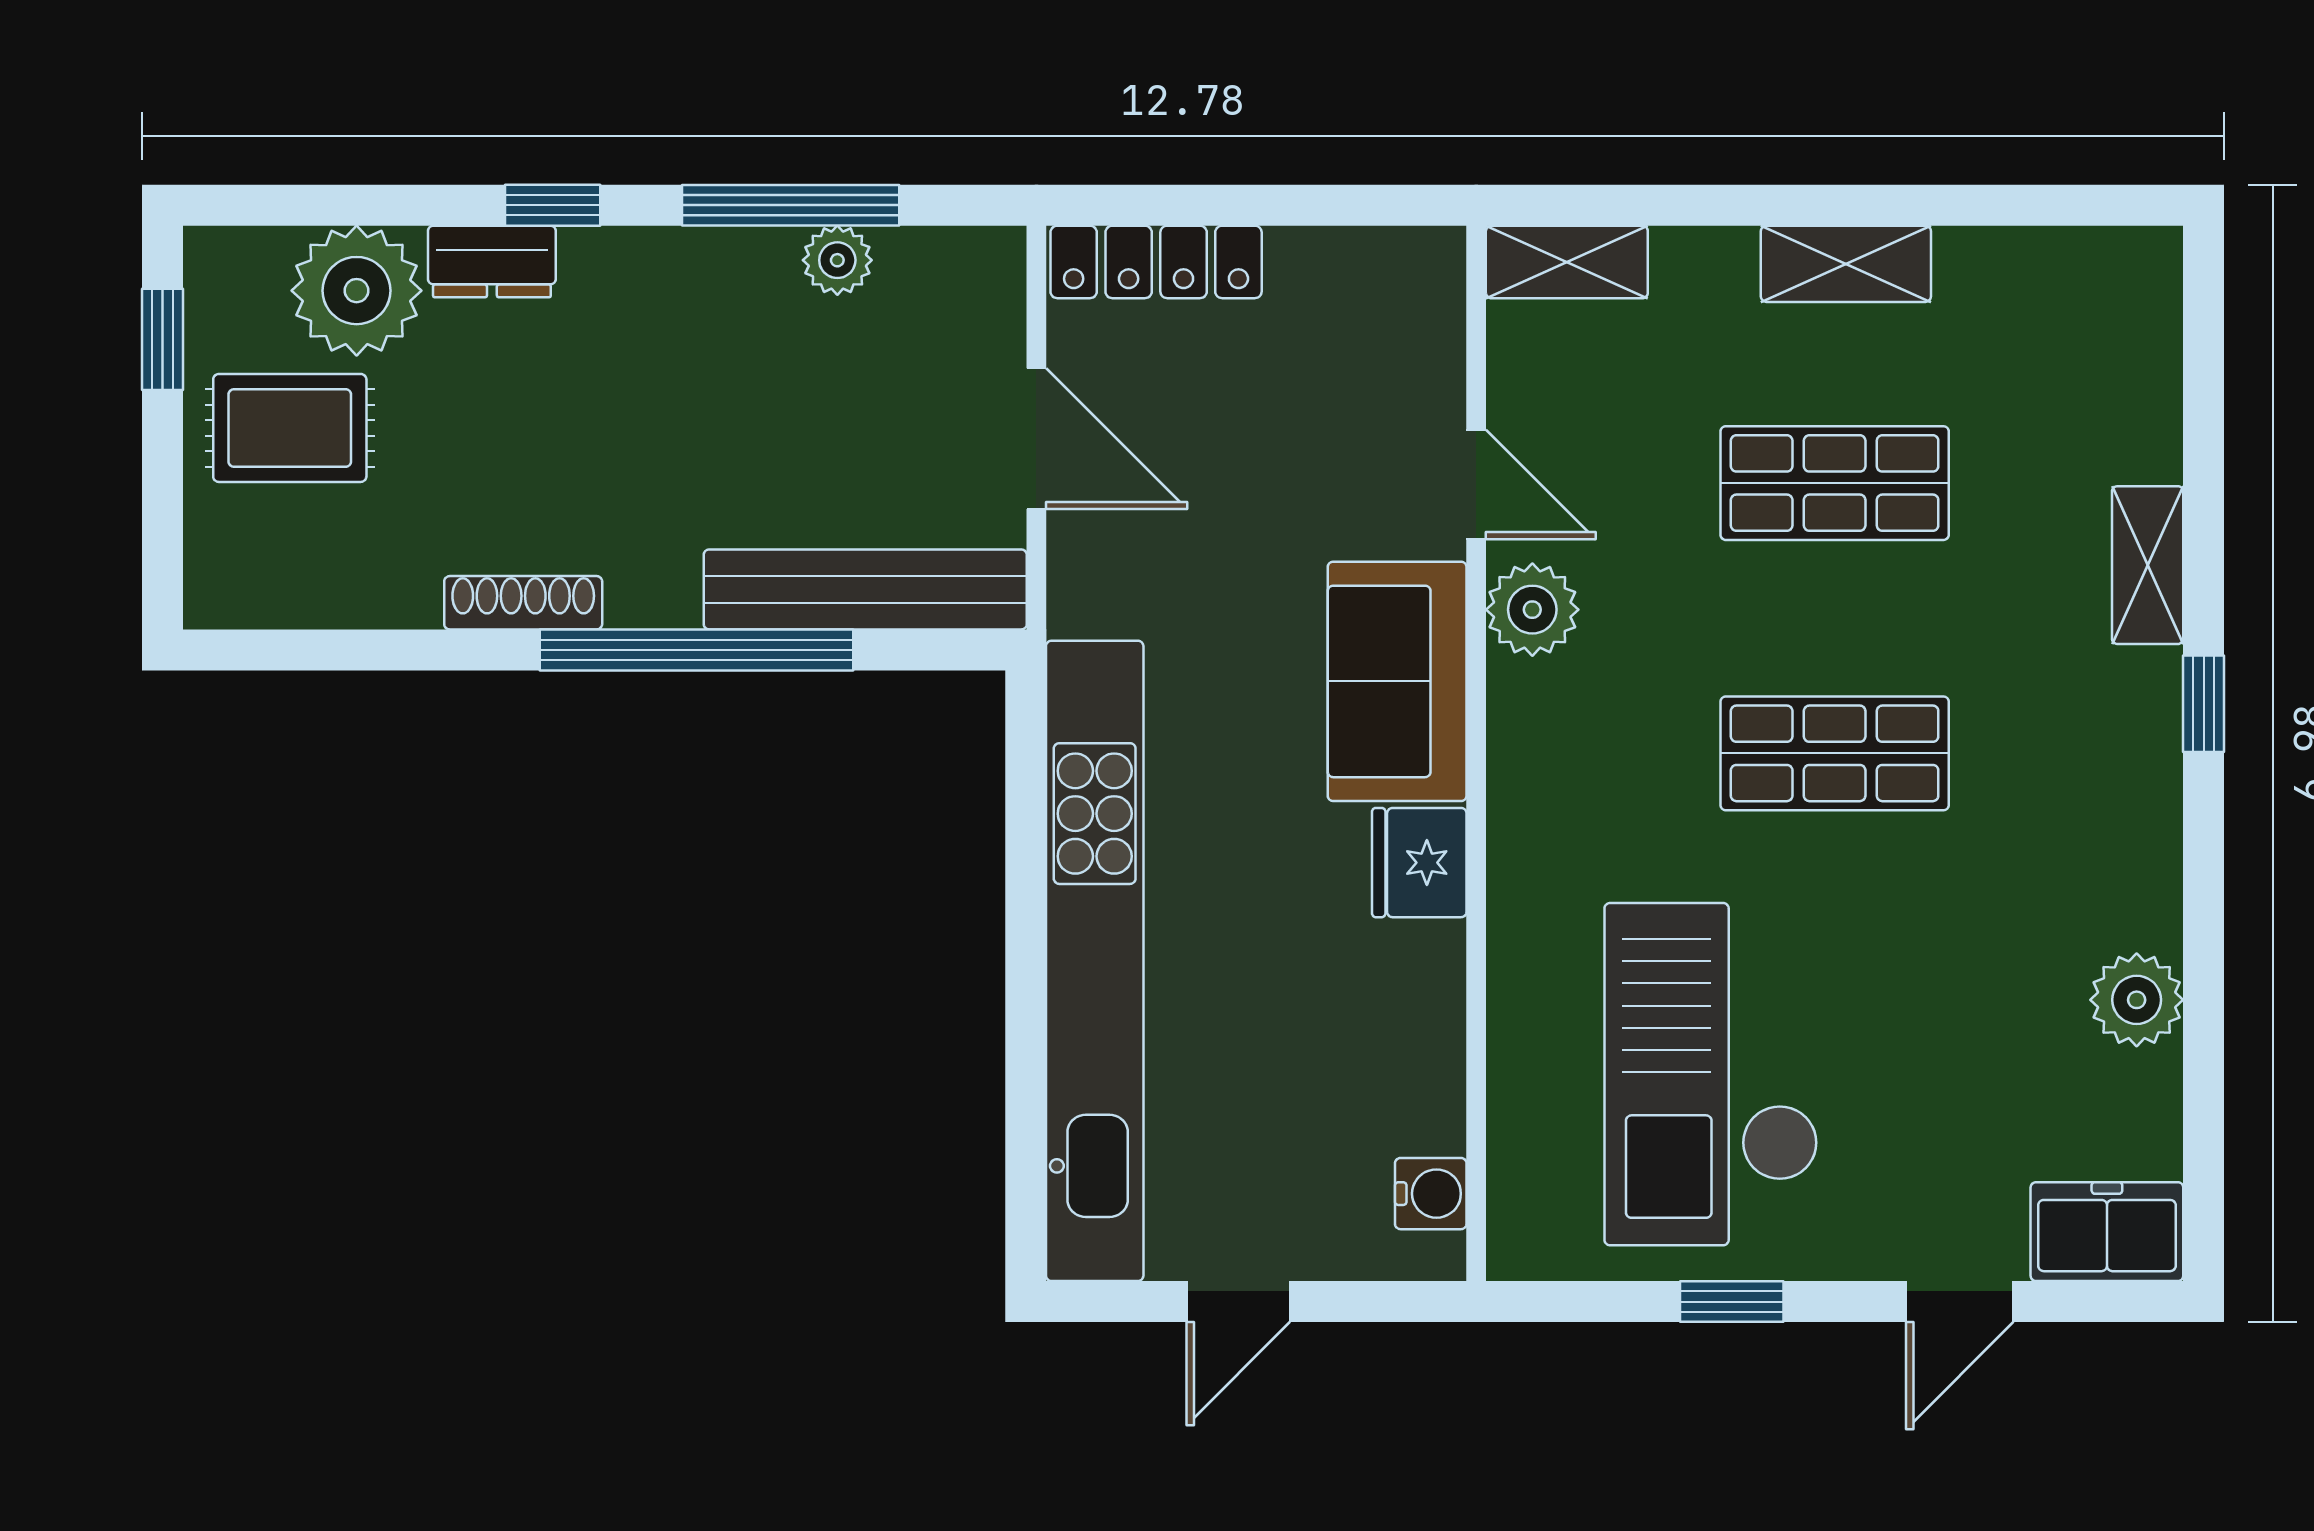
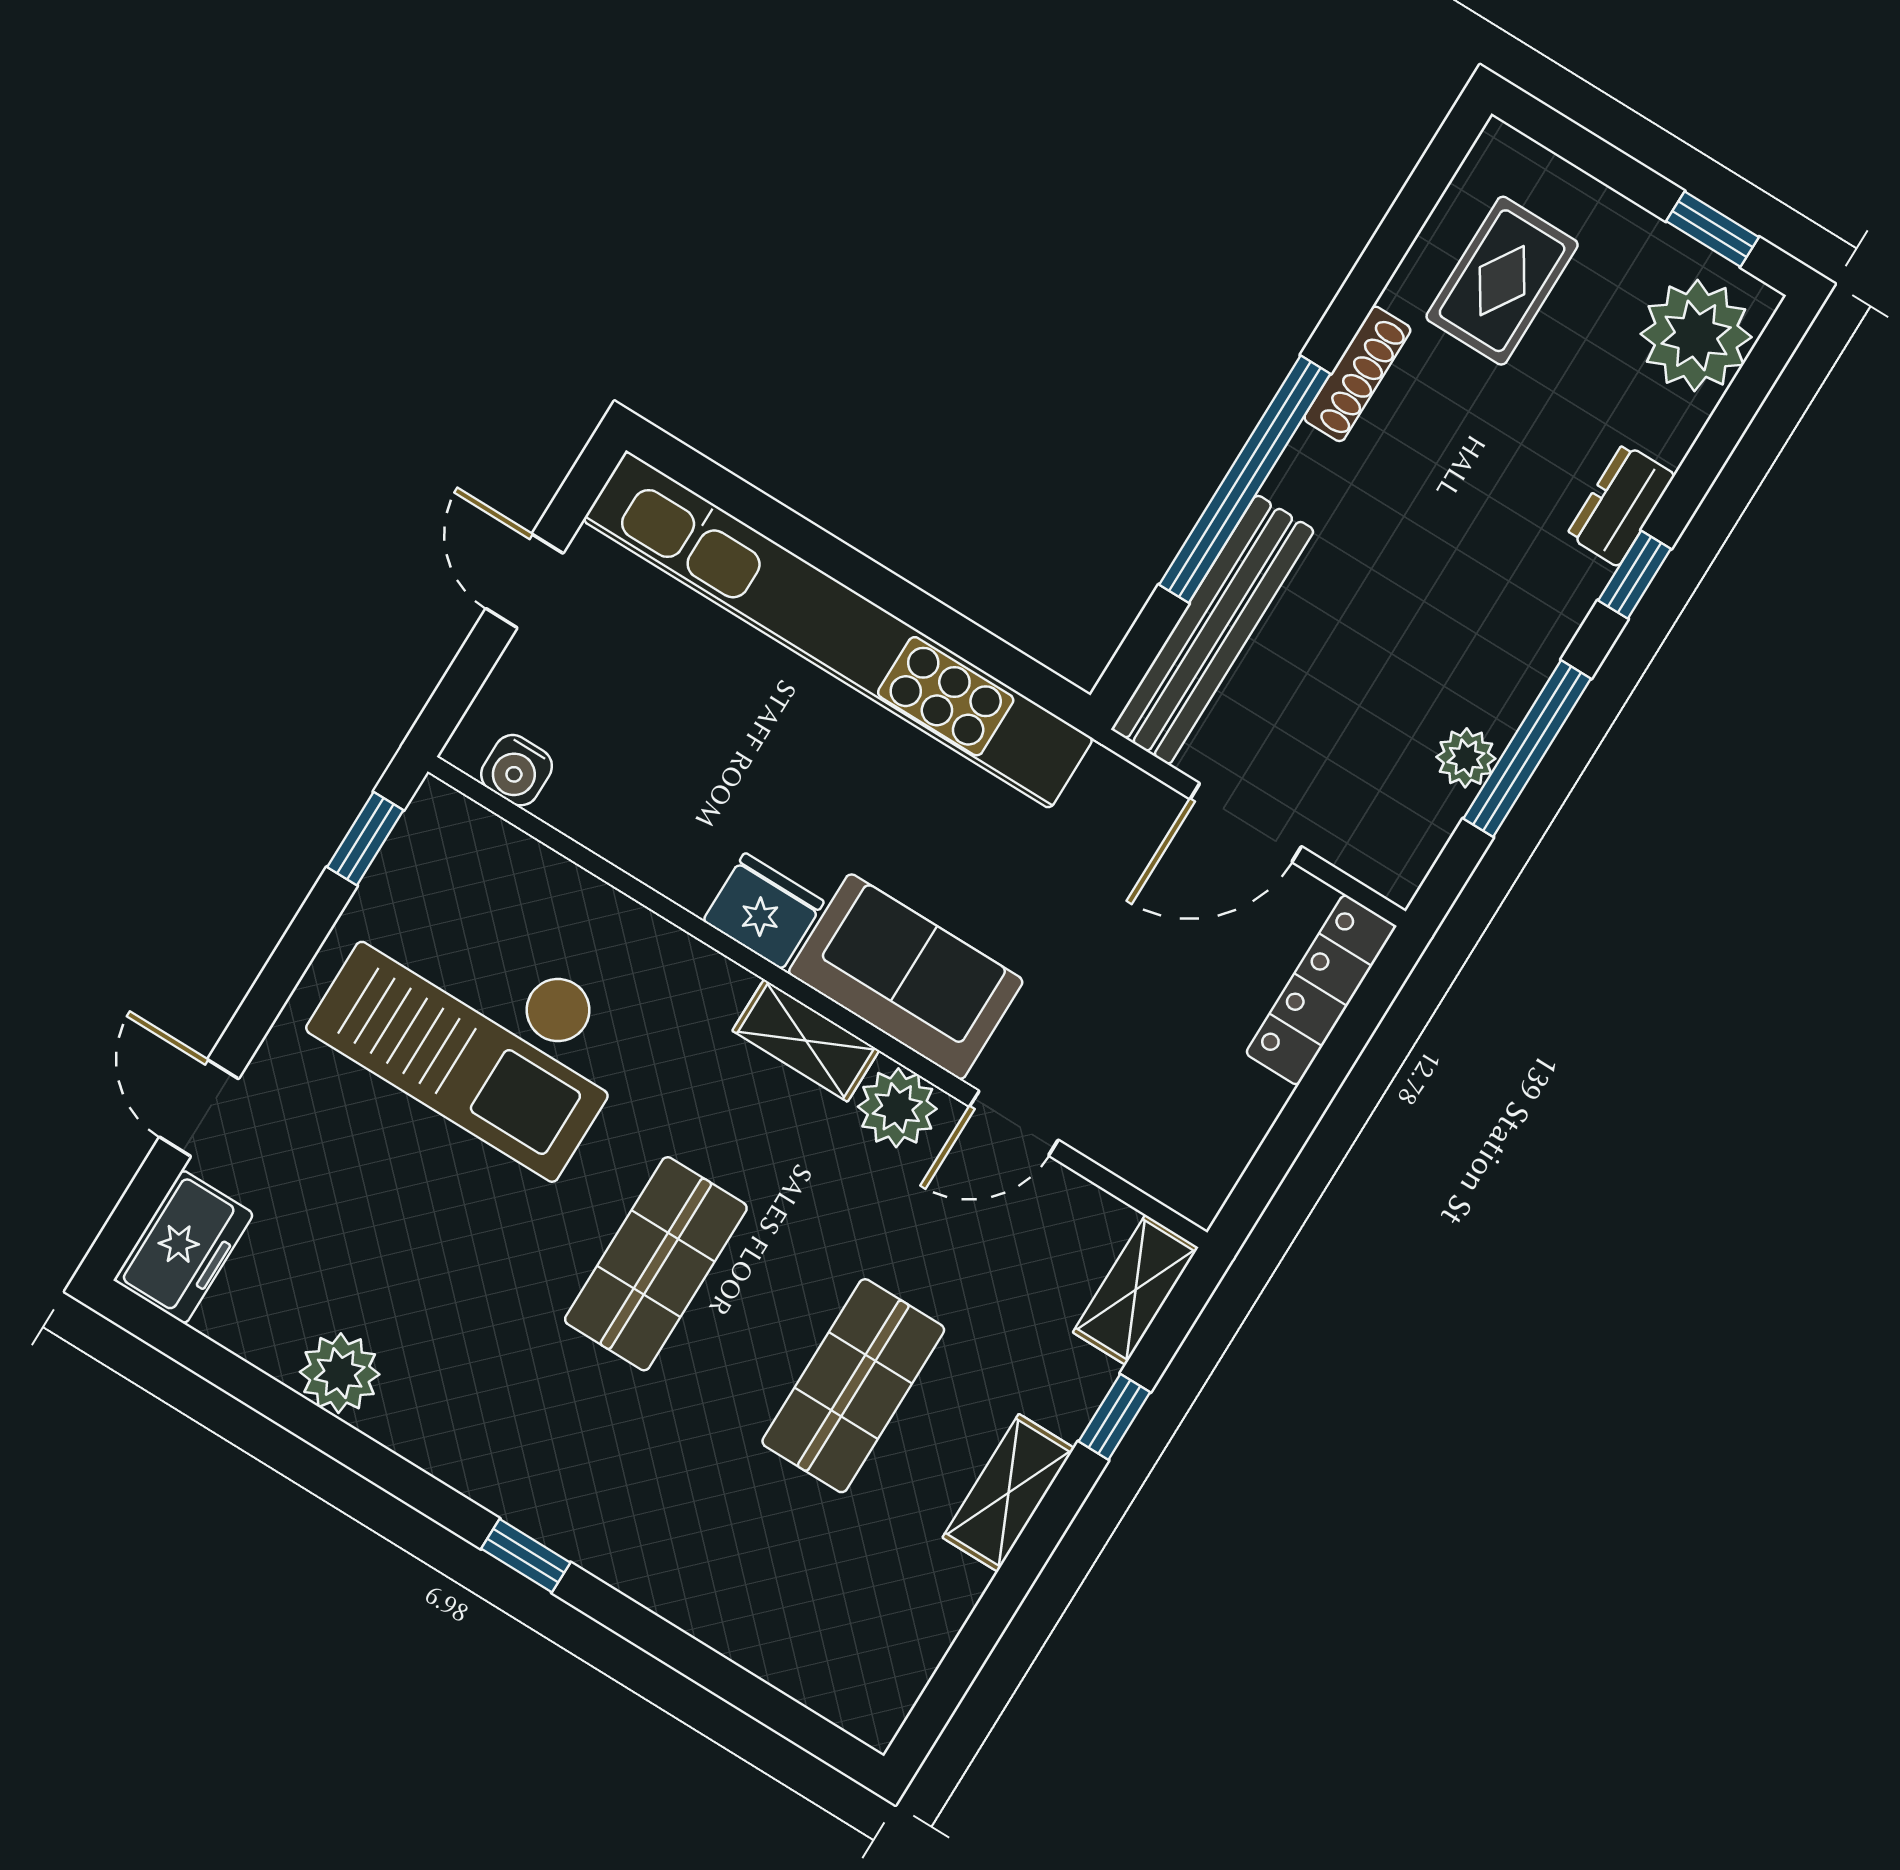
window: (1706, 205) -> (1114, 1417), added
plant: (357, 291) -> (1696, 335), moved
rug: (290, 428) -> (1502, 281), moved
shelving: (2148, 565) -> (806, 1040), moved
checkout: (1711, 1074) -> (477, 1029), turned 180
window: (1732, 1302) -> (365, 839), moved

